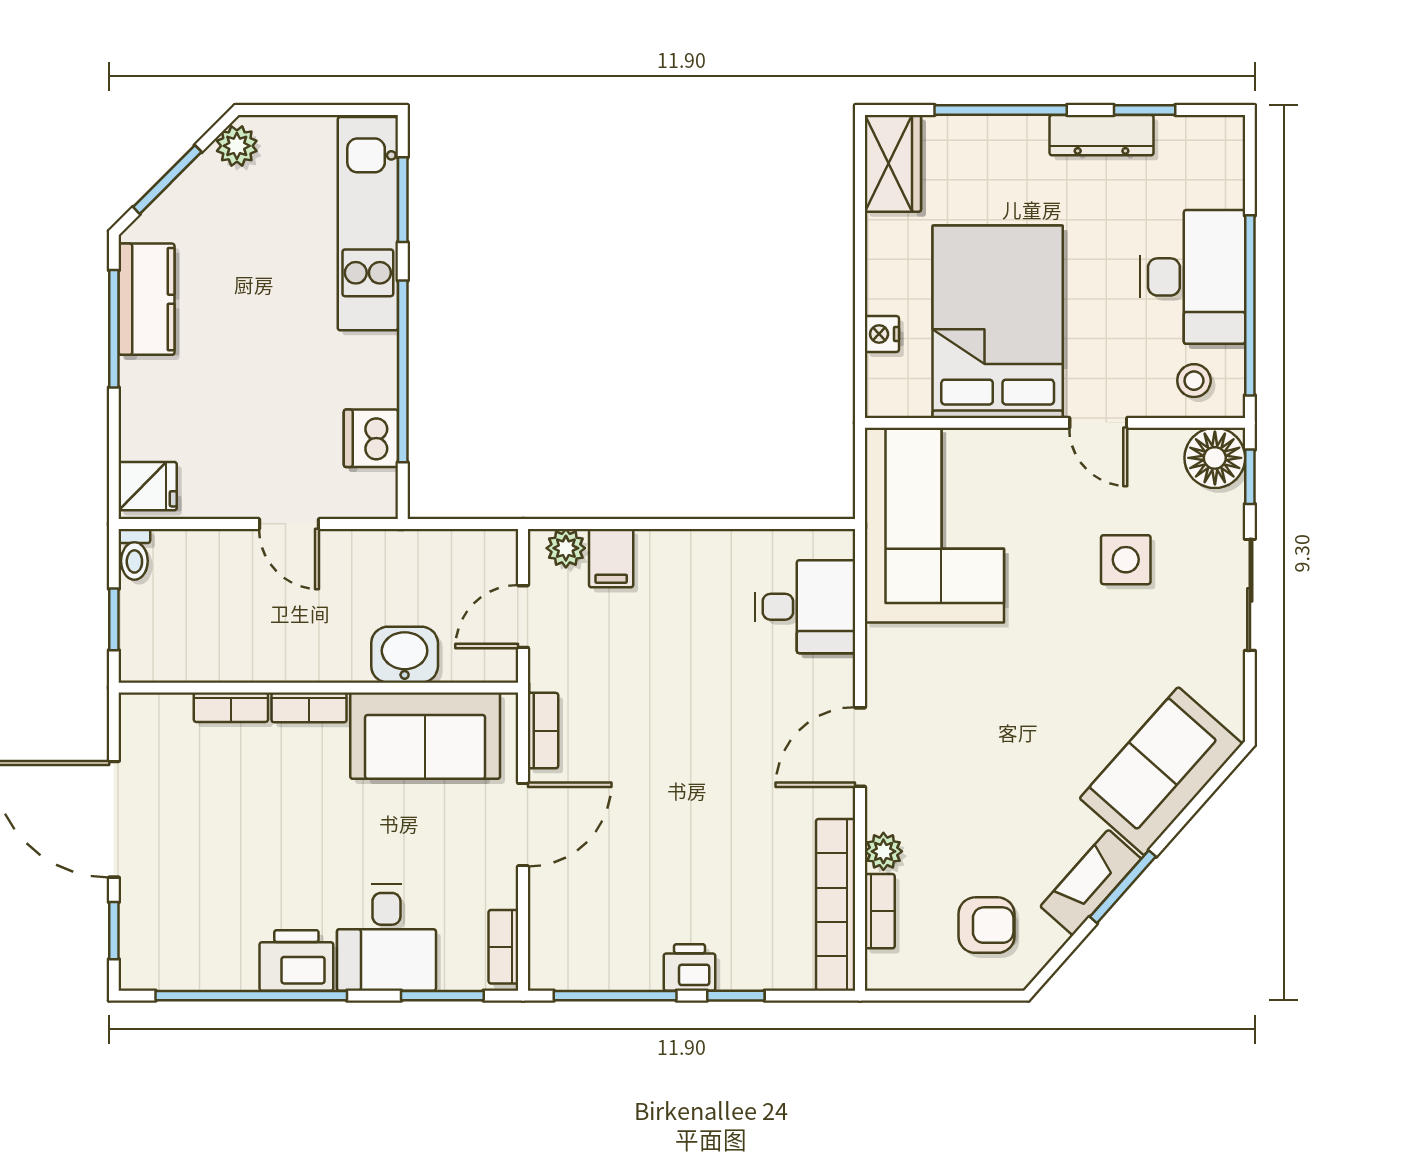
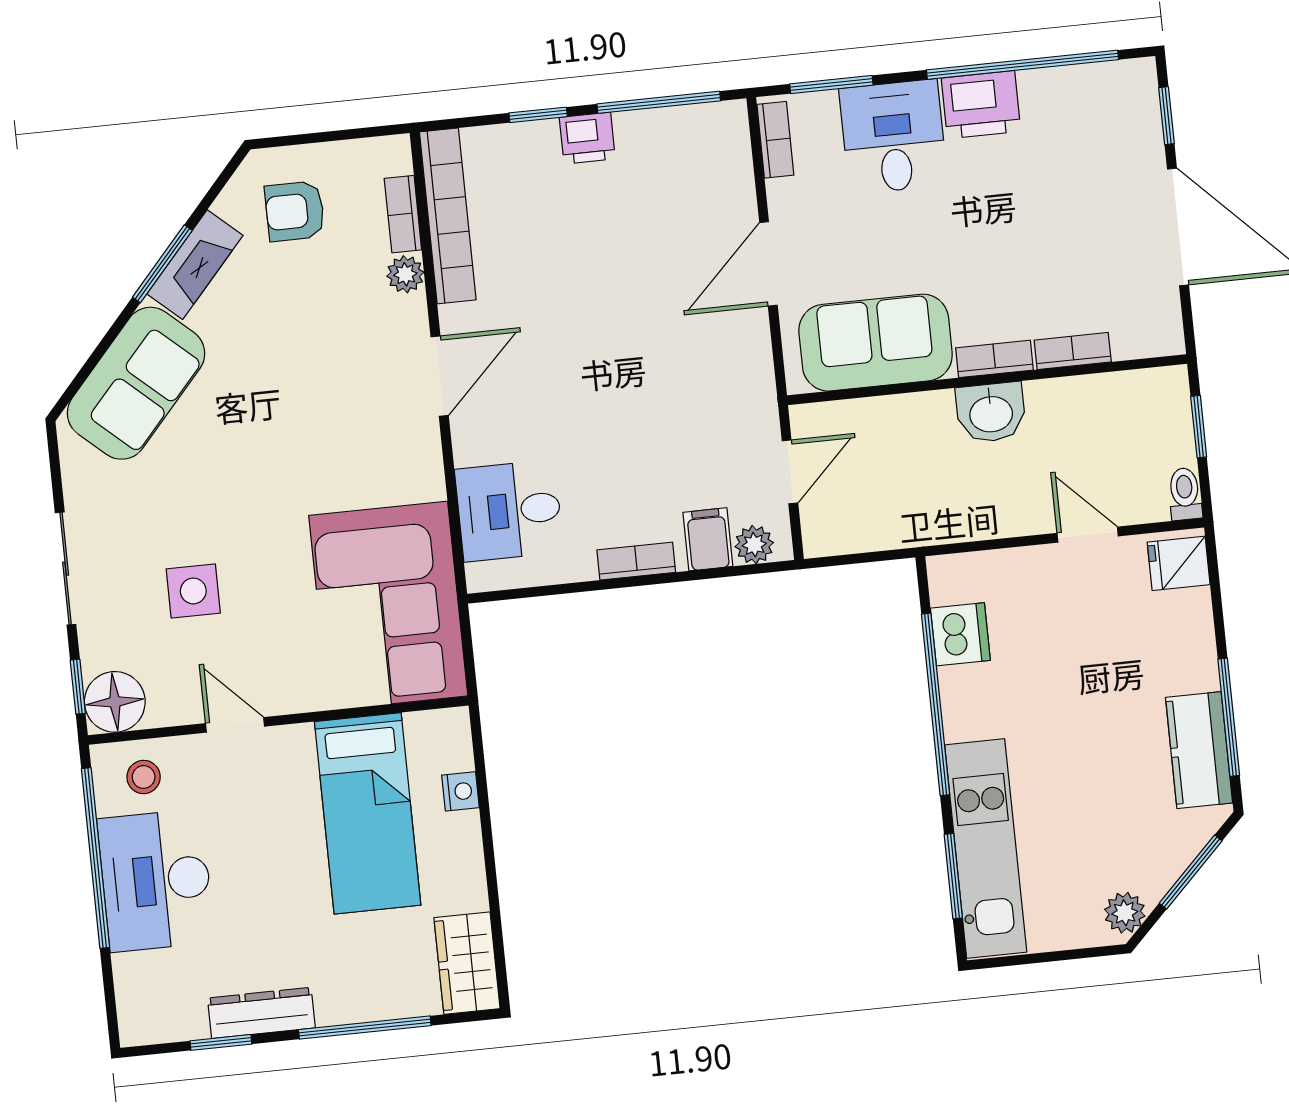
bed: (998, 322) -> (368, 813), width x0.67
door: (289, 524) -> (1088, 535), moved
washbasin: (405, 655) -> (991, 413), moved
bookcase: (543, 731) -> (636, 561), moved, turned 90

